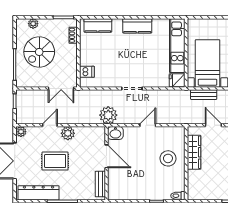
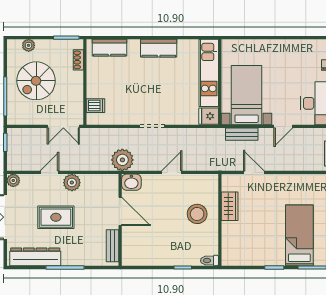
wardrobe: (194, 152) -> (230, 206), width x0.67

